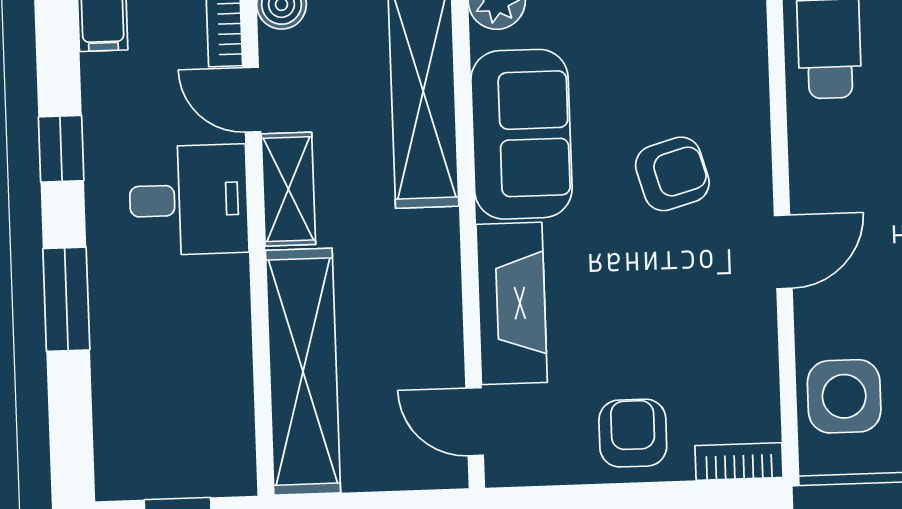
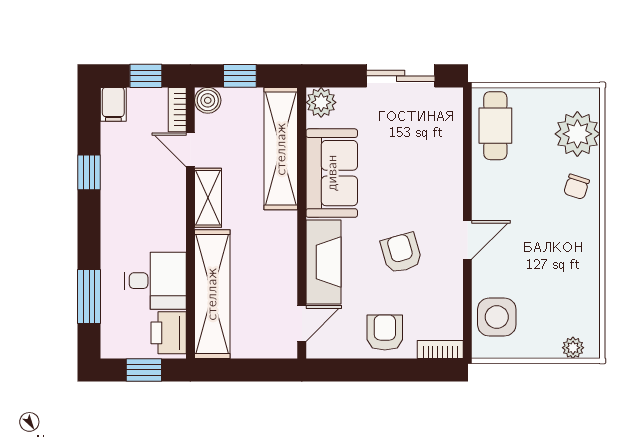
armchair: (672, 174) -> (401, 253), moved, turned -90
desk: (189, 200) -> (155, 281), moved
window: (66, 299) -> (89, 296), moved
door: (475, 422) -> (302, 324), swing flipped
printer: (223, 448) -> (169, 333), added

